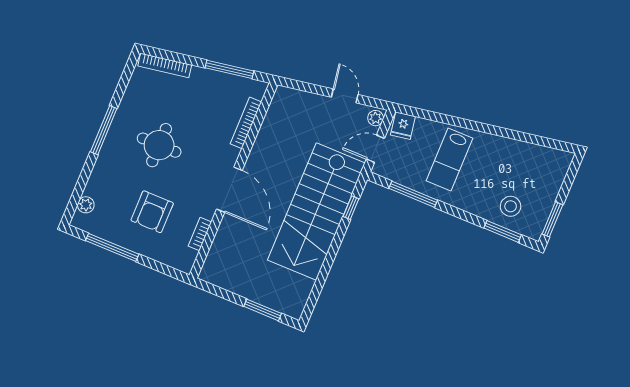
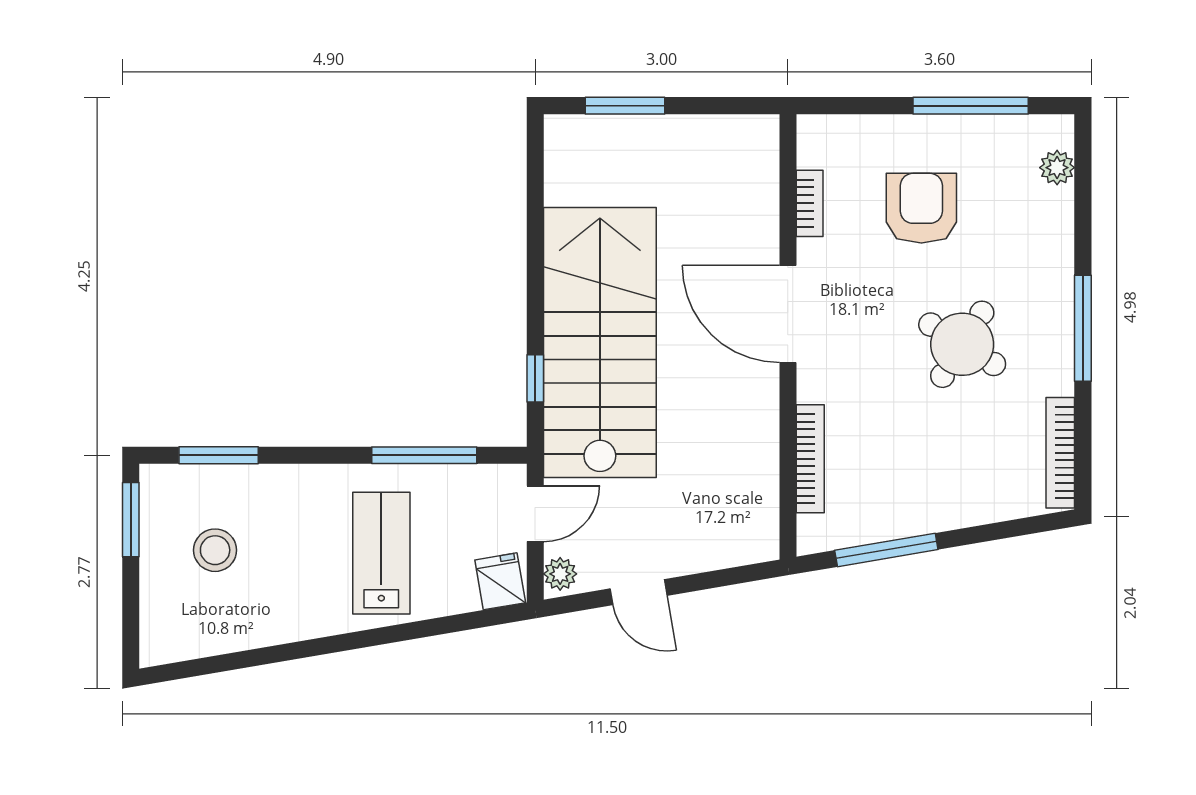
bookcase: (165, 65) -> (1060, 453), moved, turned -80
round table: (159, 145) -> (962, 344), turned 32
stool: (511, 206) -> (215, 550), moved

